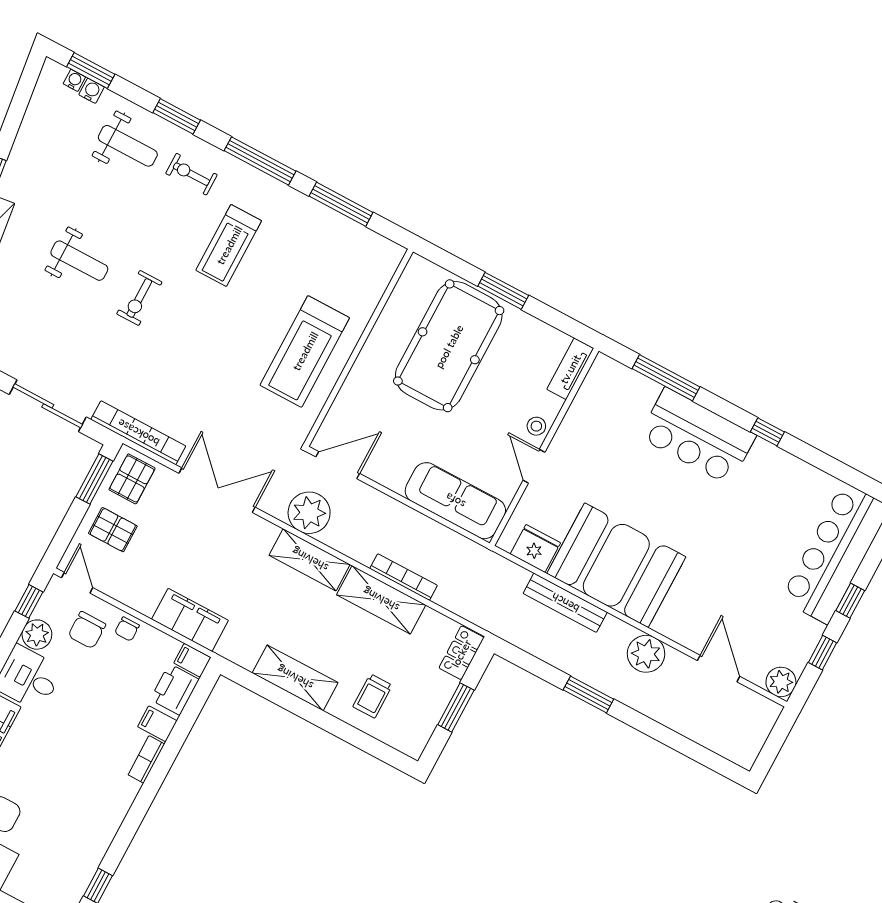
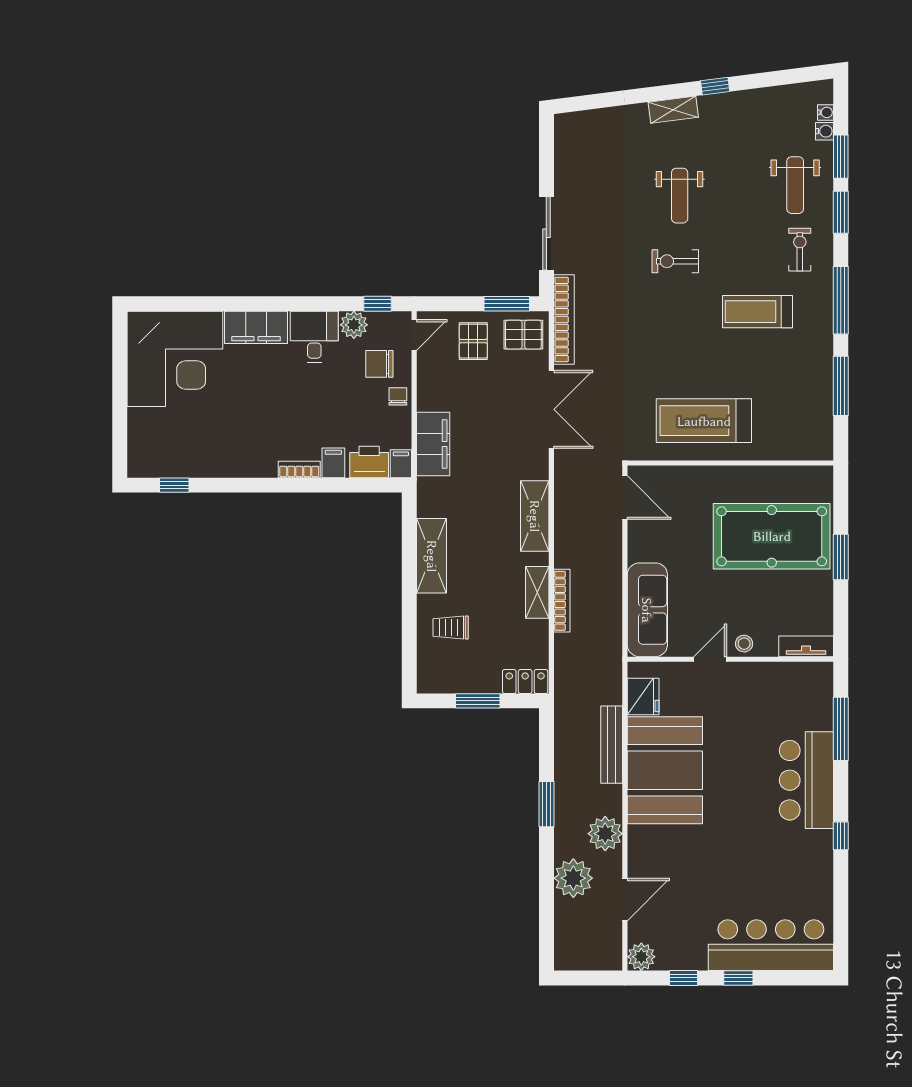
window: (91, 71) -> (841, 157), moved
plant: (309, 513) -> (573, 878), moved
shelving: (381, 600) -> (537, 592), width x0.67, depth x0.75
chair: (127, 629) -> (398, 396), turned 90

